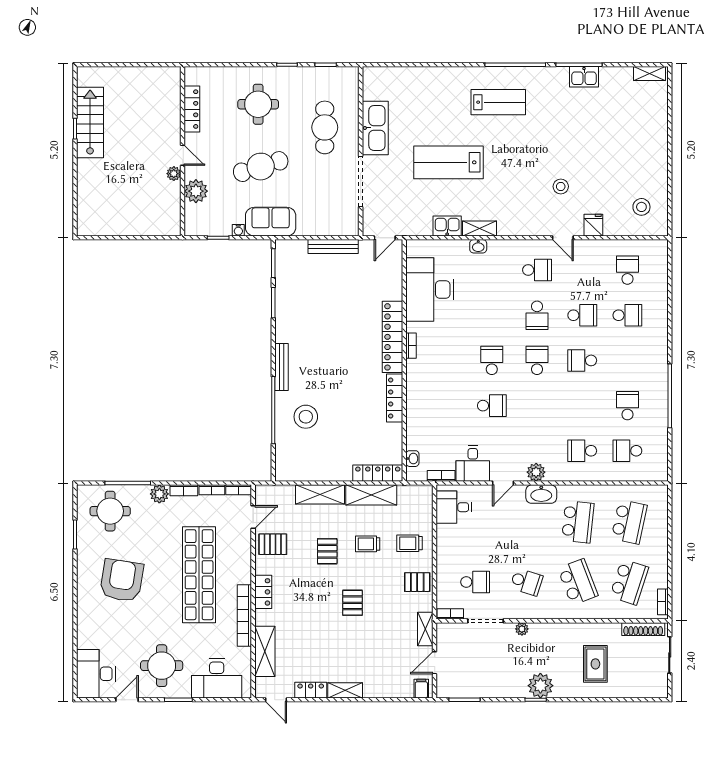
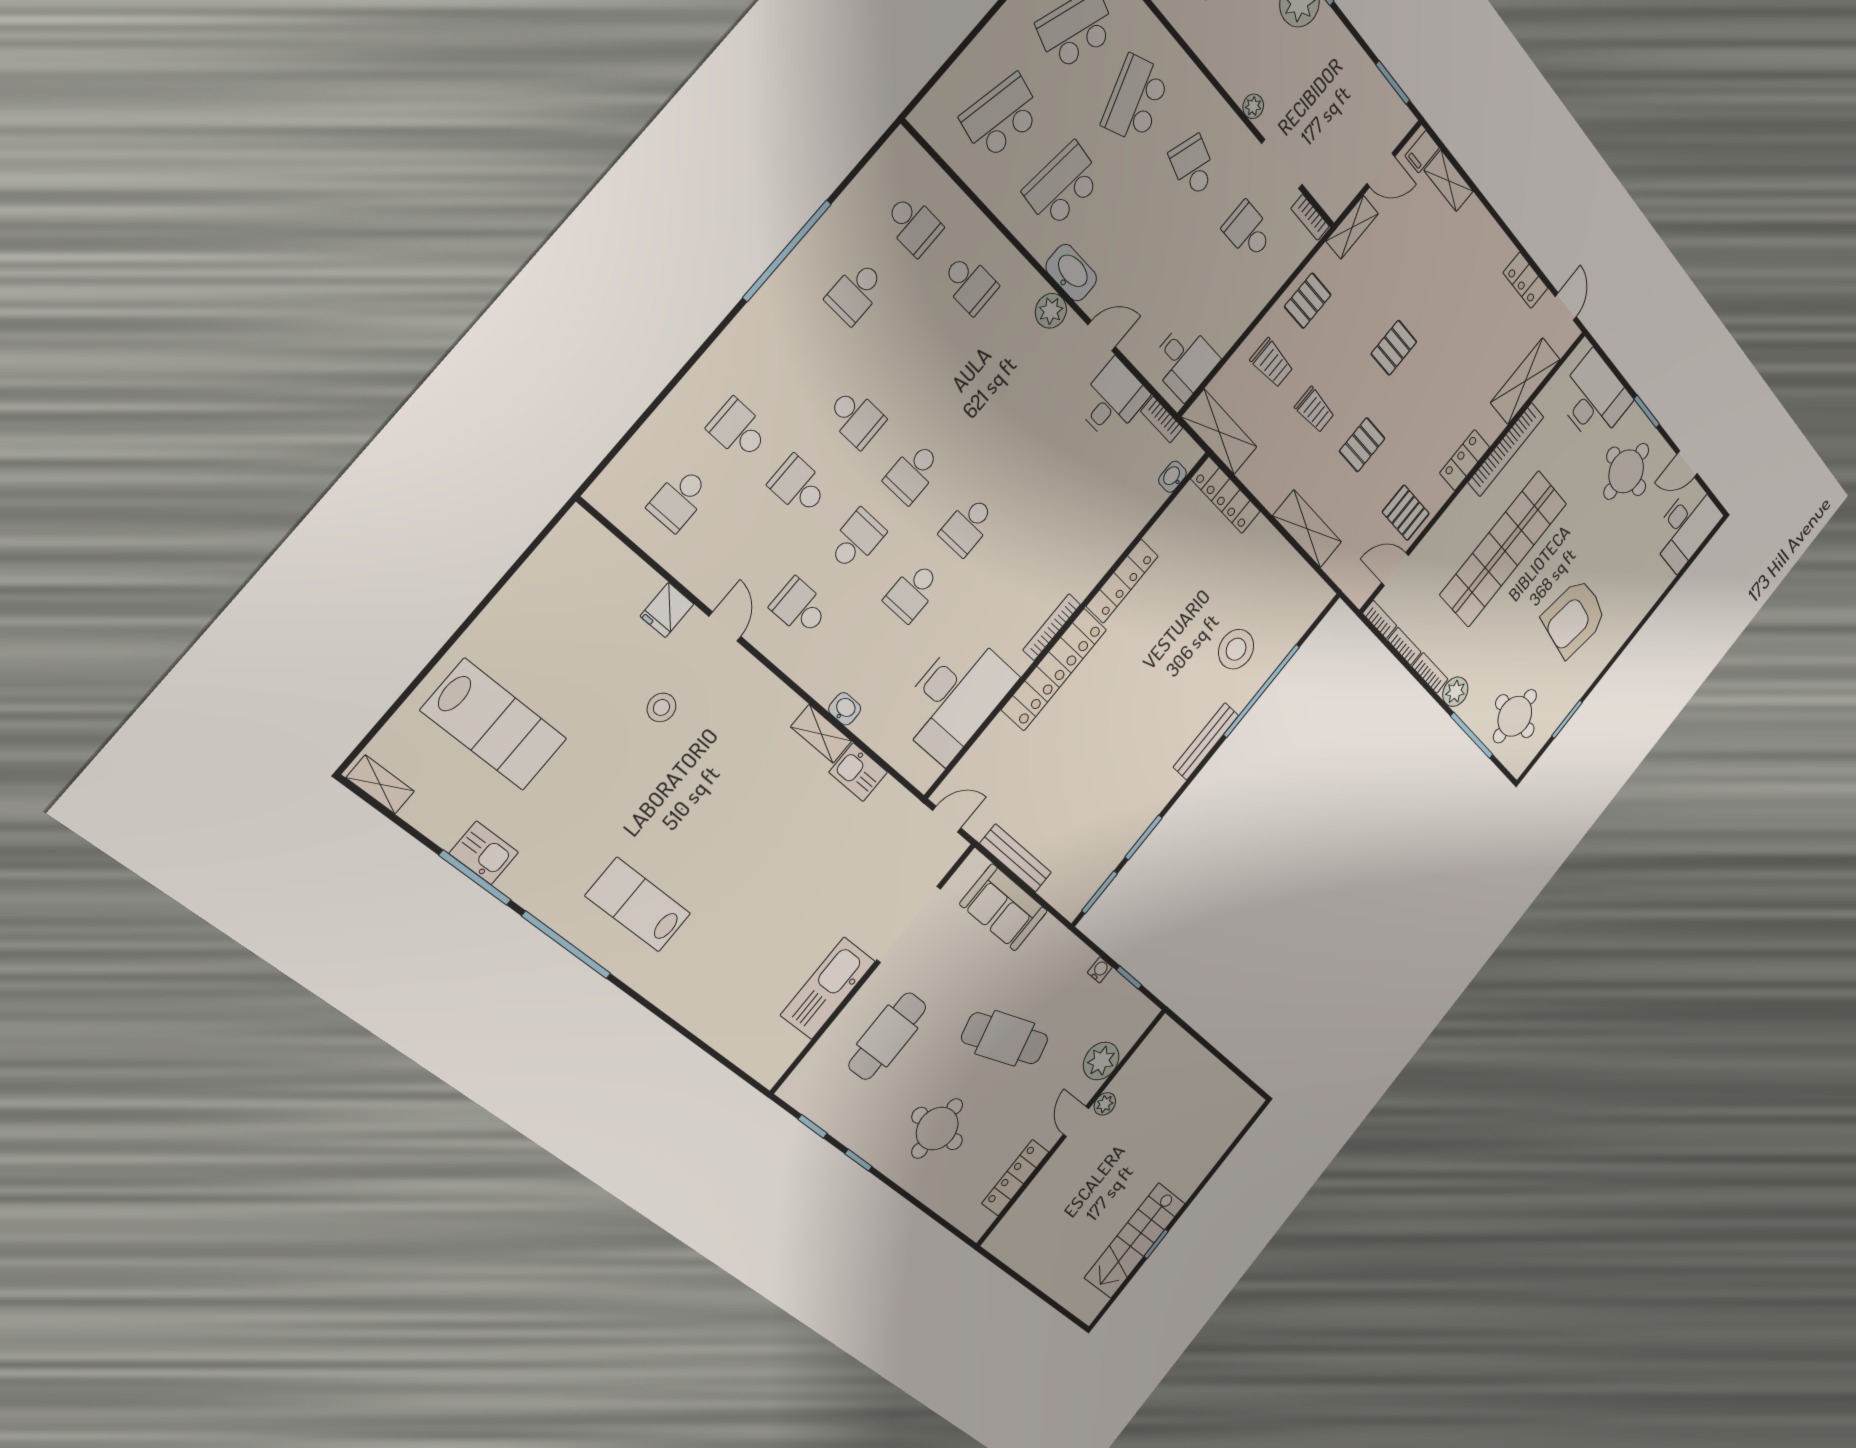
lab bench: (449, 162) -> (494, 725), moved
stool: (641, 207) -> (575, 581), removed
sofa: (271, 222) -> (1004, 908), moved
bookcase: (411, 346) -> (1052, 627), width x1.56
school desk: (492, 406) -> (913, 592), moved, turned -90
shelving: (371, 495) -> (1219, 432), moved
pallet: (417, 582) -> (1308, 301), turned 90
shelving: (345, 690) -> (1449, 181), moved

